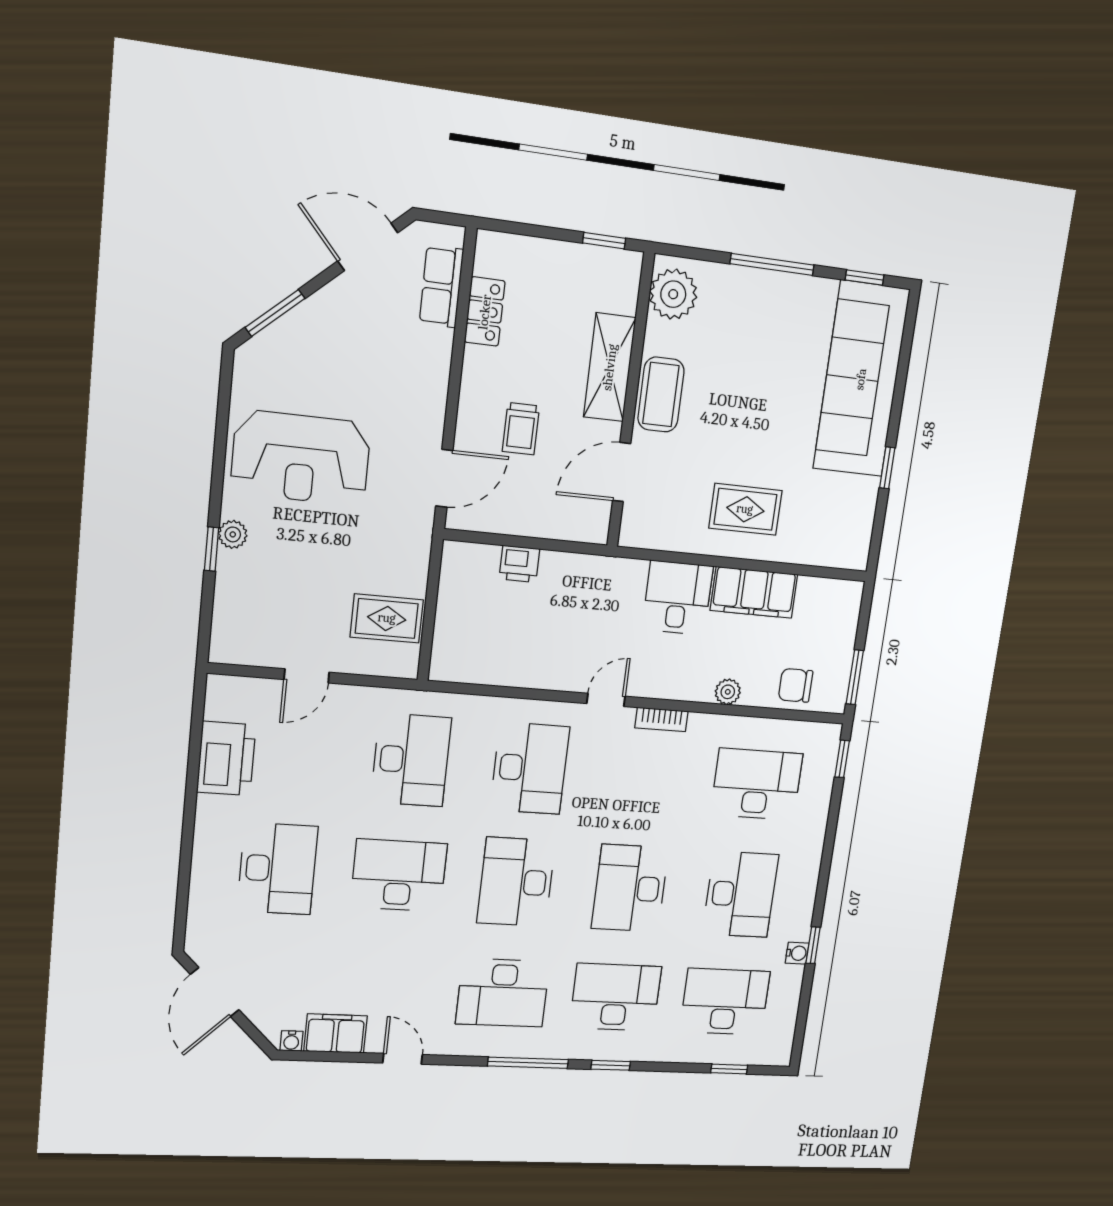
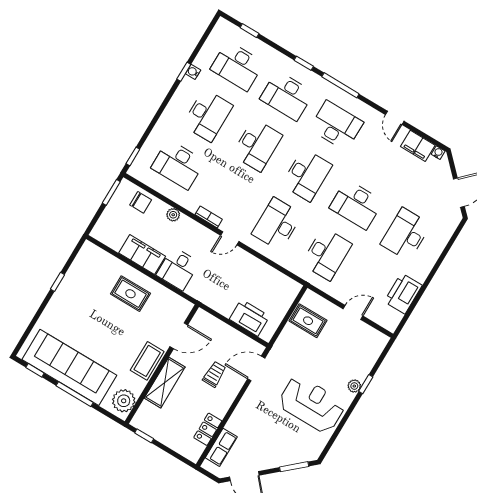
sofa: (861, 379) -> (69, 367), moved, turned -90
printer: (519, 564) -> (249, 318), width x1.87, depth x1.48
desk: (411, 760) -> (327, 254), turned 180
desk: (741, 894) -> (208, 115), turned 180

